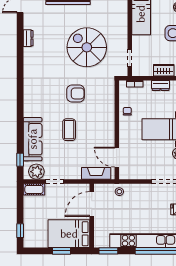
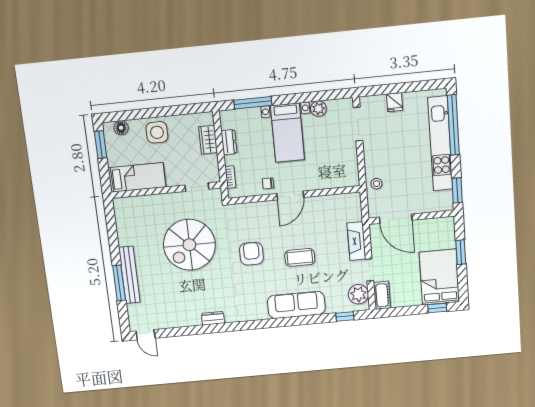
dresser: (28, 38) -> (213, 318), moved
sofa: (33, 139) -> (296, 305), moved
door: (117, 157) -> (290, 196), moved
fireplace: (96, 173) -> (356, 241), moved
bed: (69, 234) -> (439, 277), moved, turned 180

